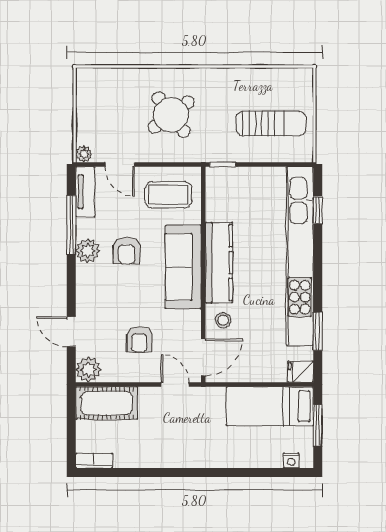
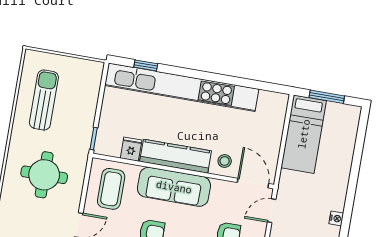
round table: (171, 115) -> (44, 175), turned 37
sun lounger: (271, 123) -> (44, 100), moved
window: (318, 331) -> (248, 83), removed
fridge: (301, 372) -> (131, 149), moved, turned 180
nightstand: (291, 461) -> (336, 218), moved

